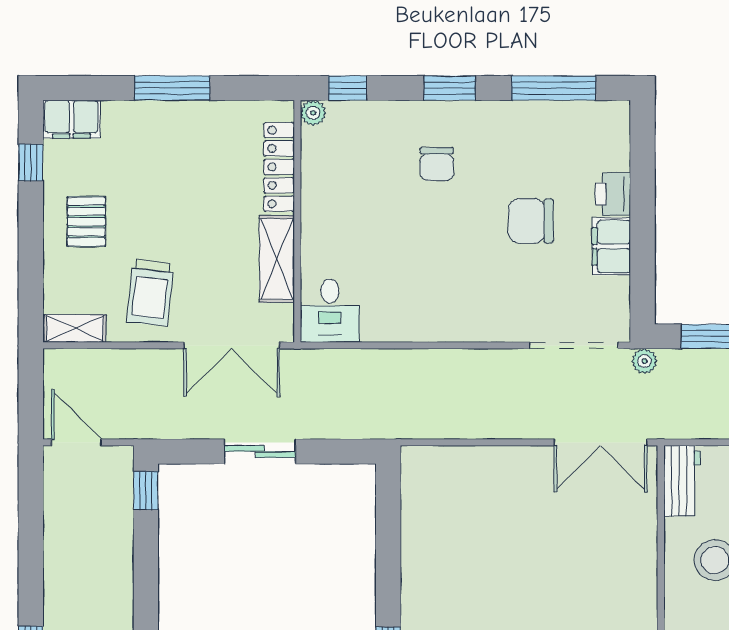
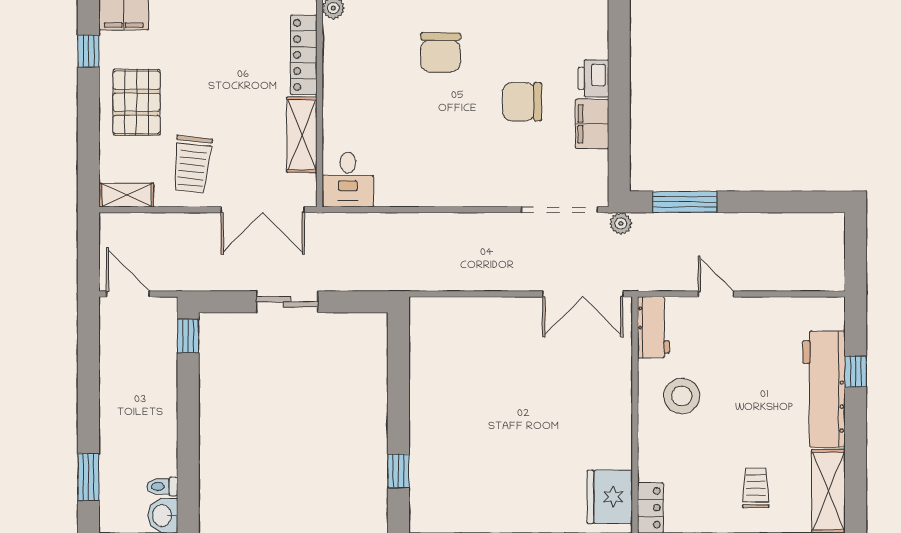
chair: (437, 164) -> (441, 52), width x1.37, depth x1.37
pallet: (86, 222) -> (136, 102), width x1.50, depth x1.42

